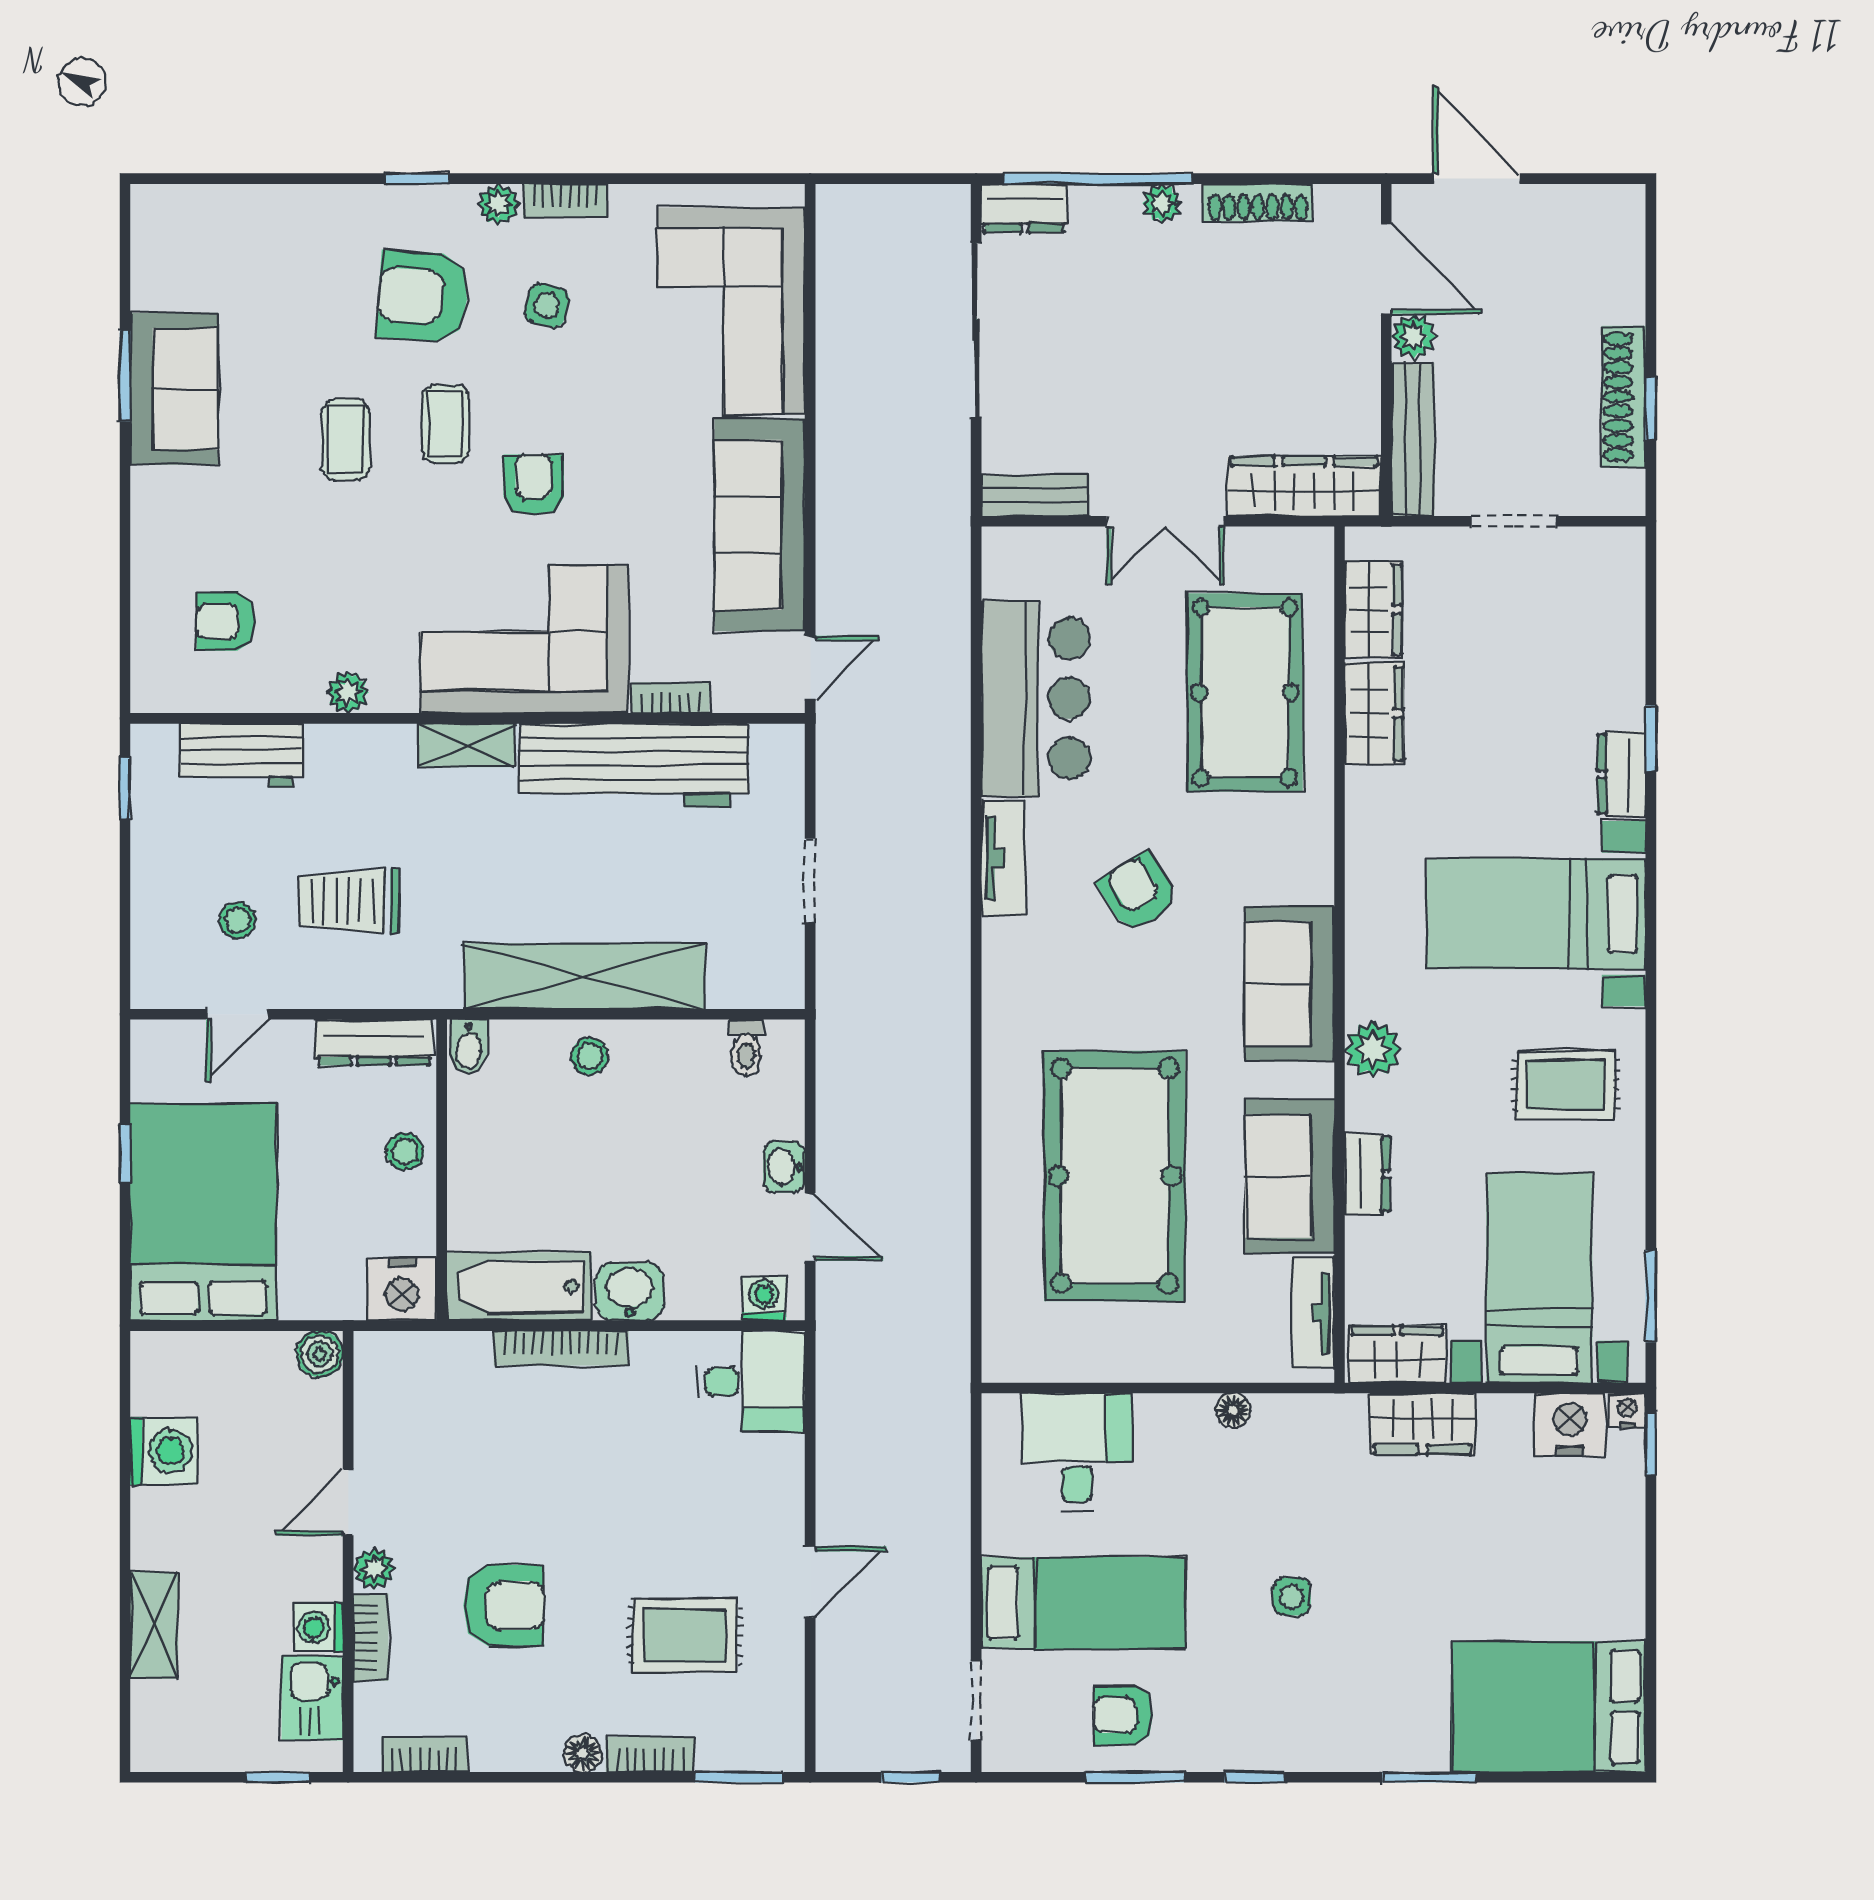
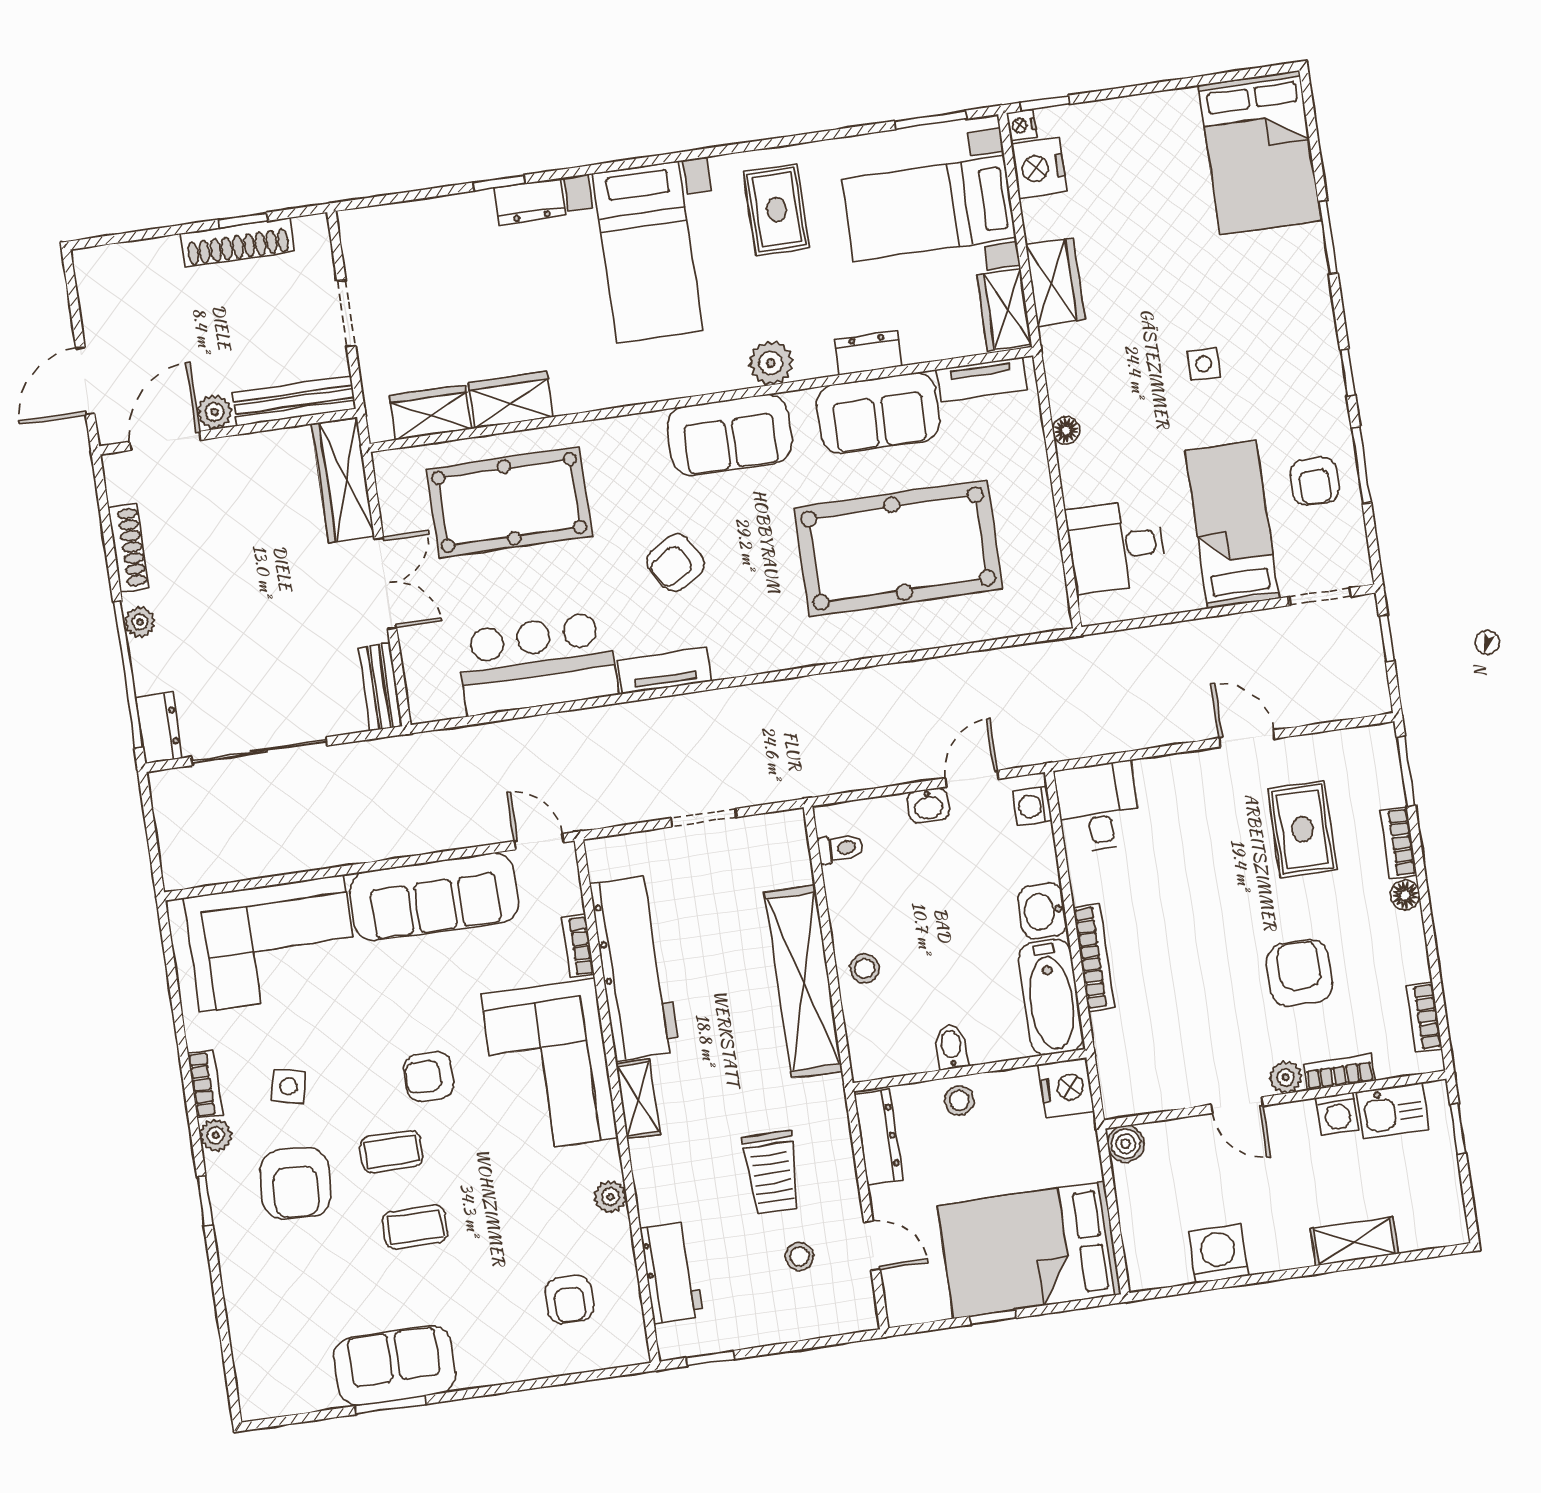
bidet: (469, 1047) -> (951, 1047), moved, turned -90

